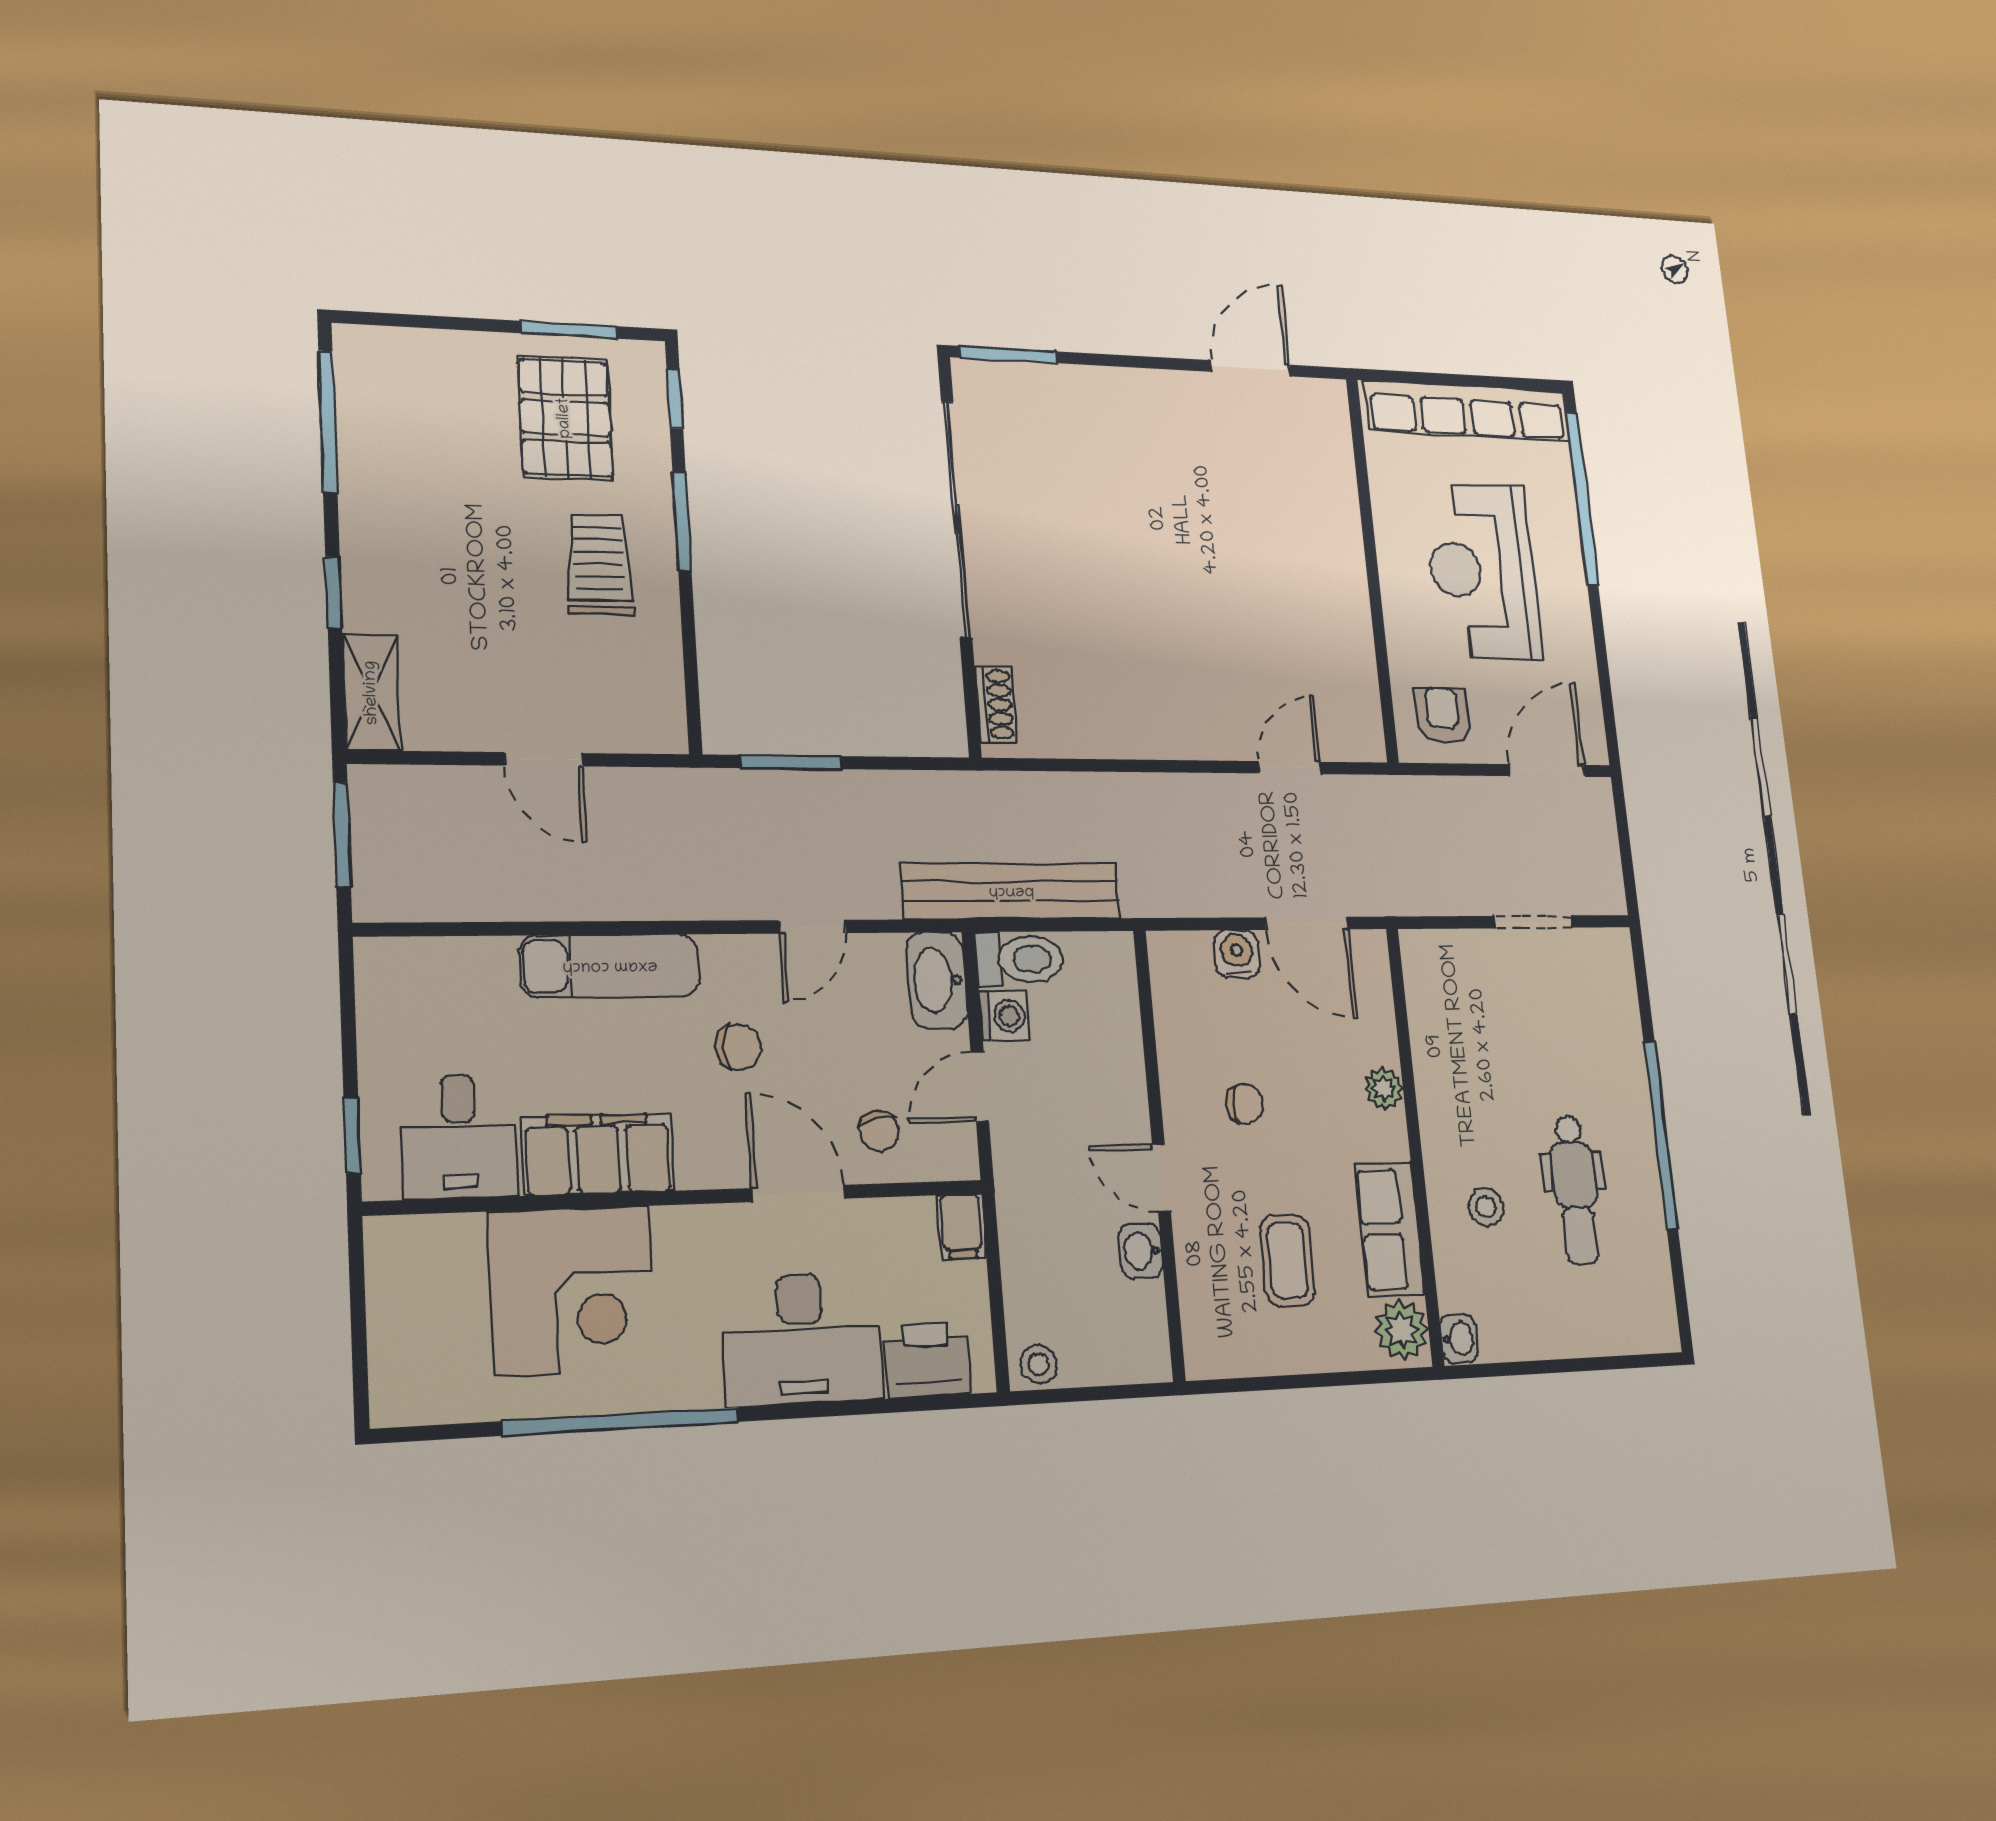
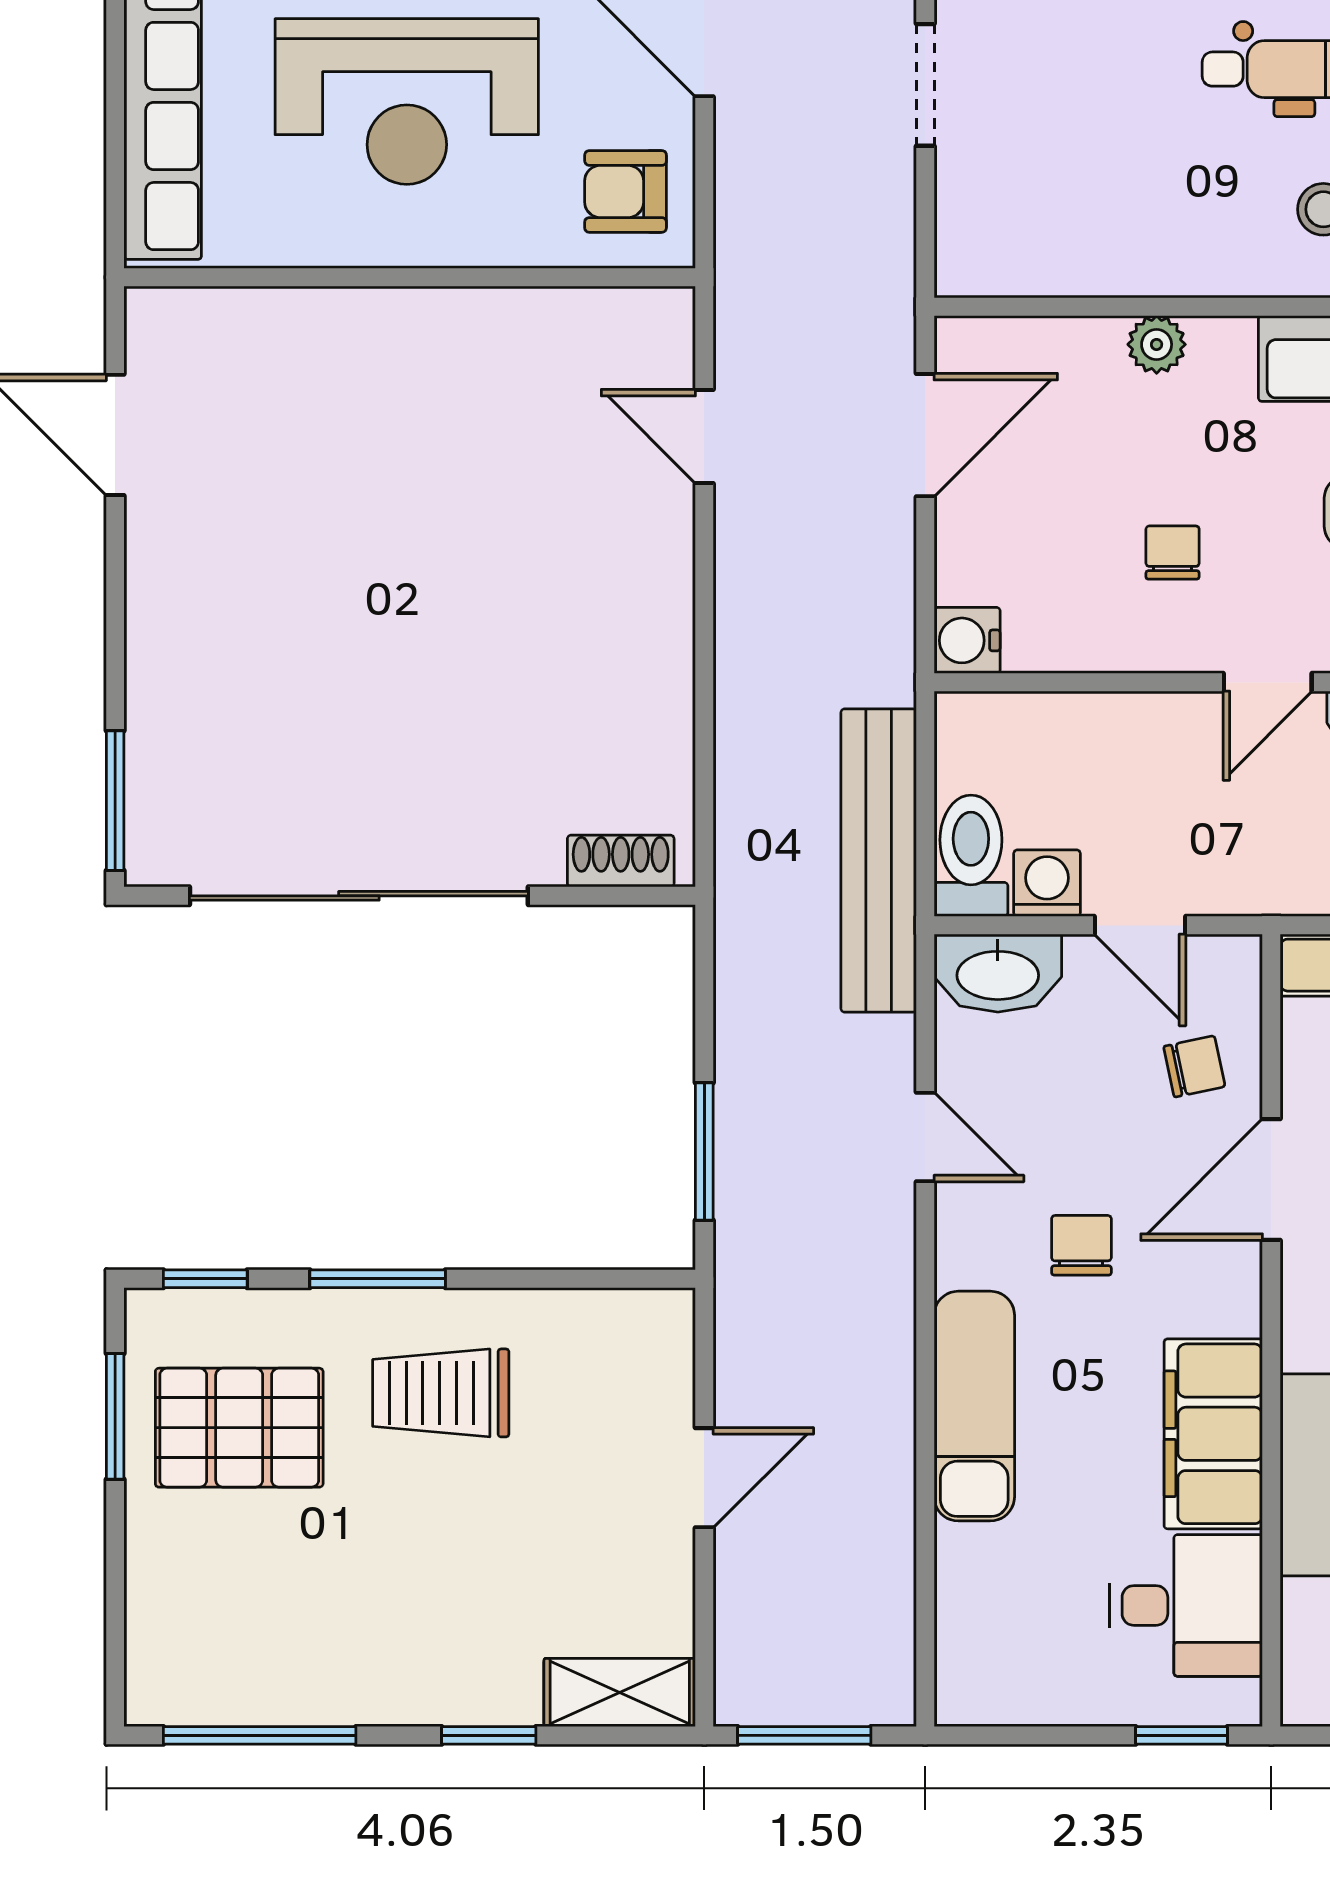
water cooler: (1237, 954) -> (967, 640), moved

